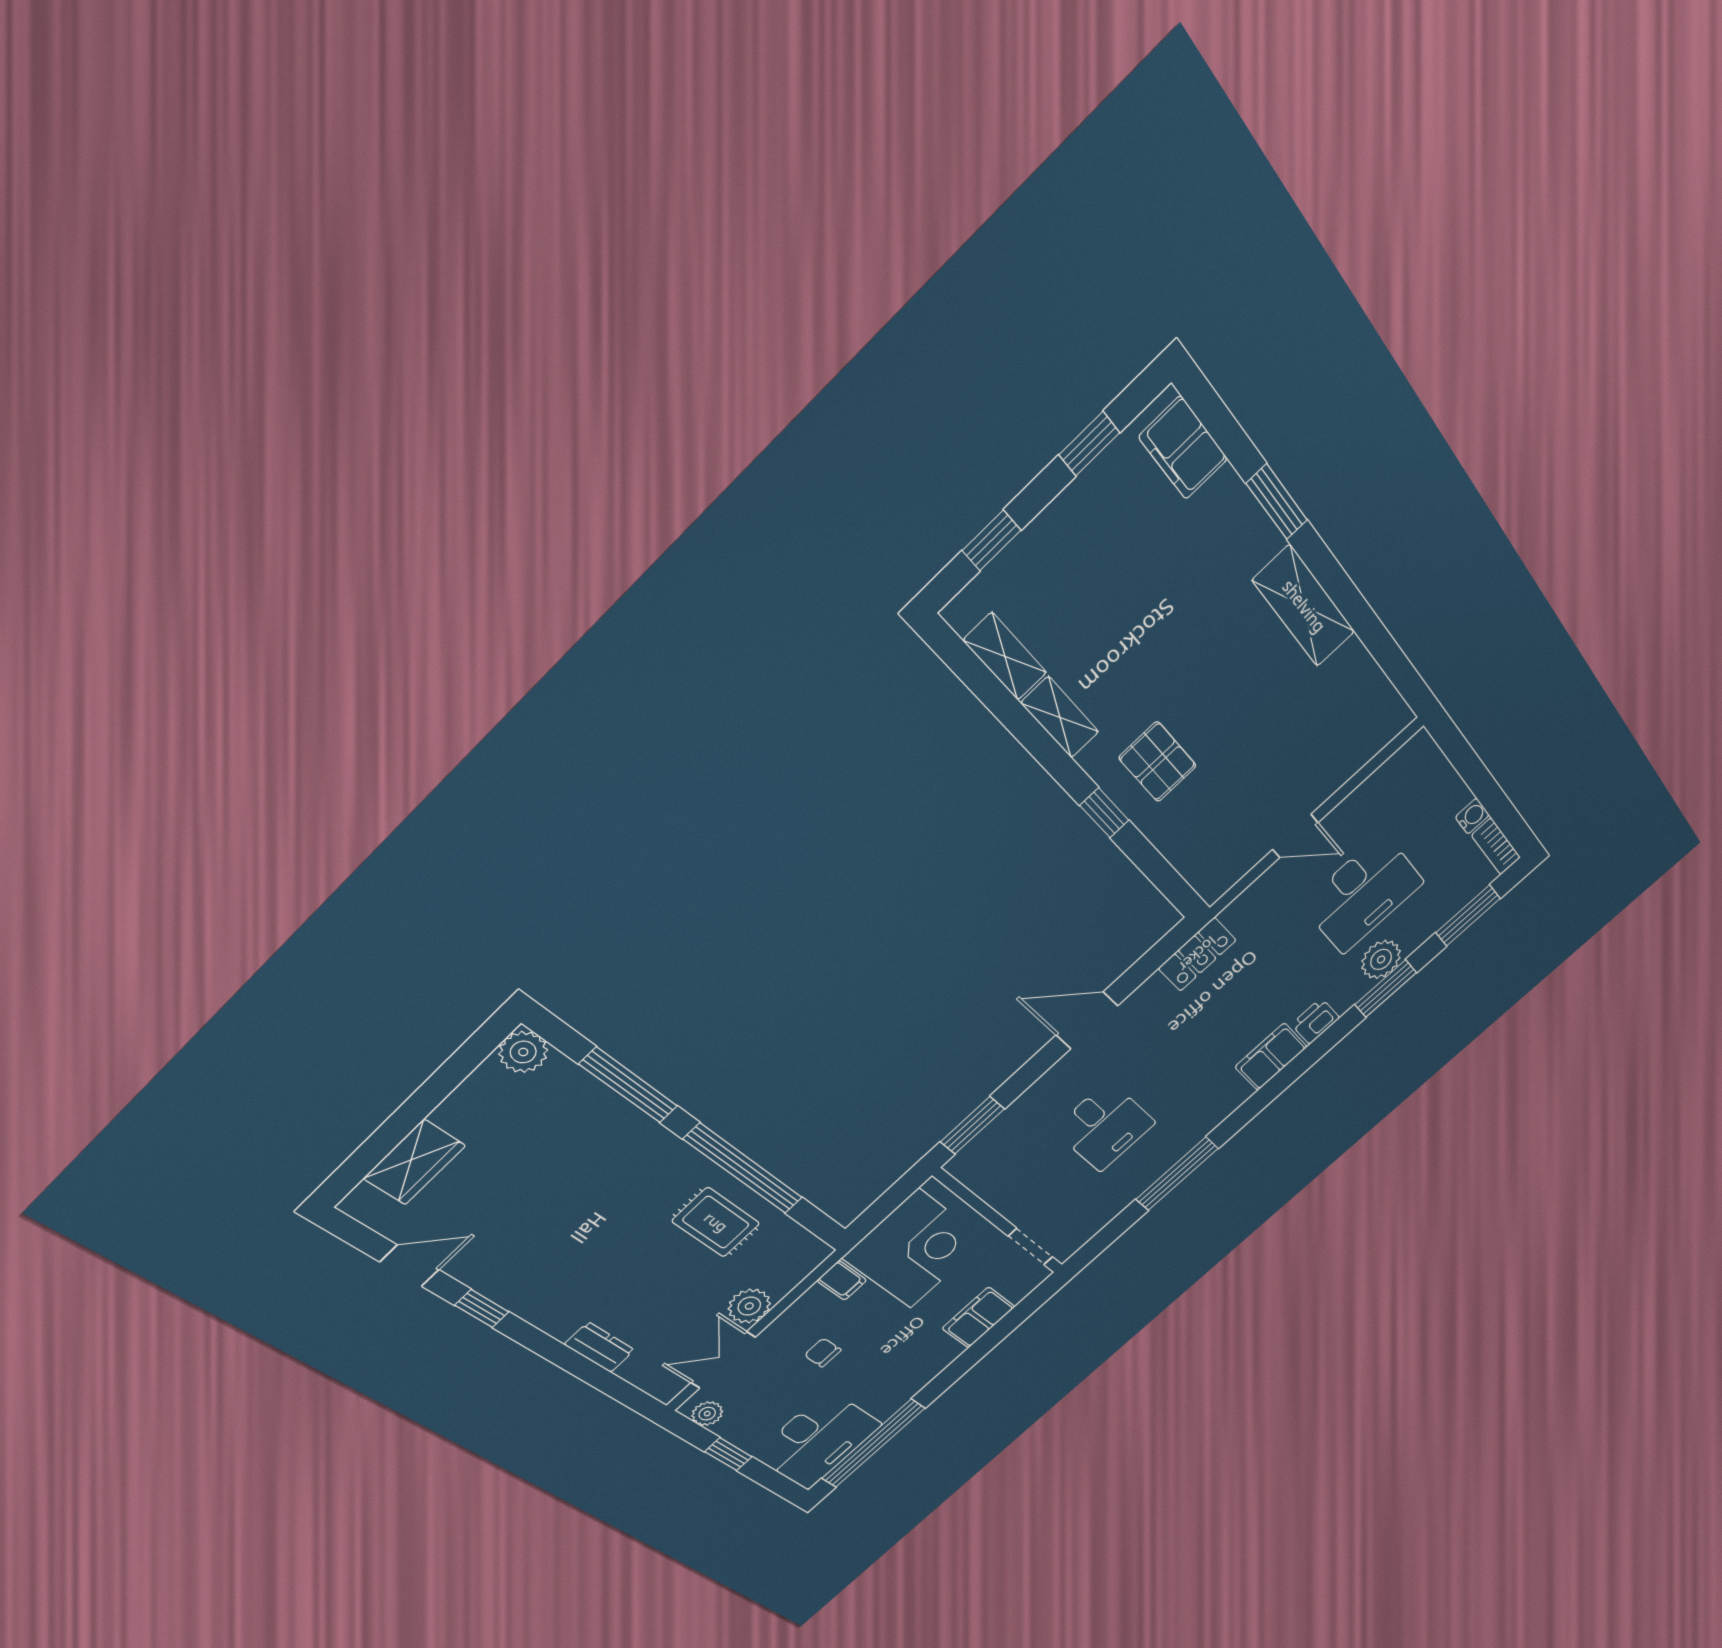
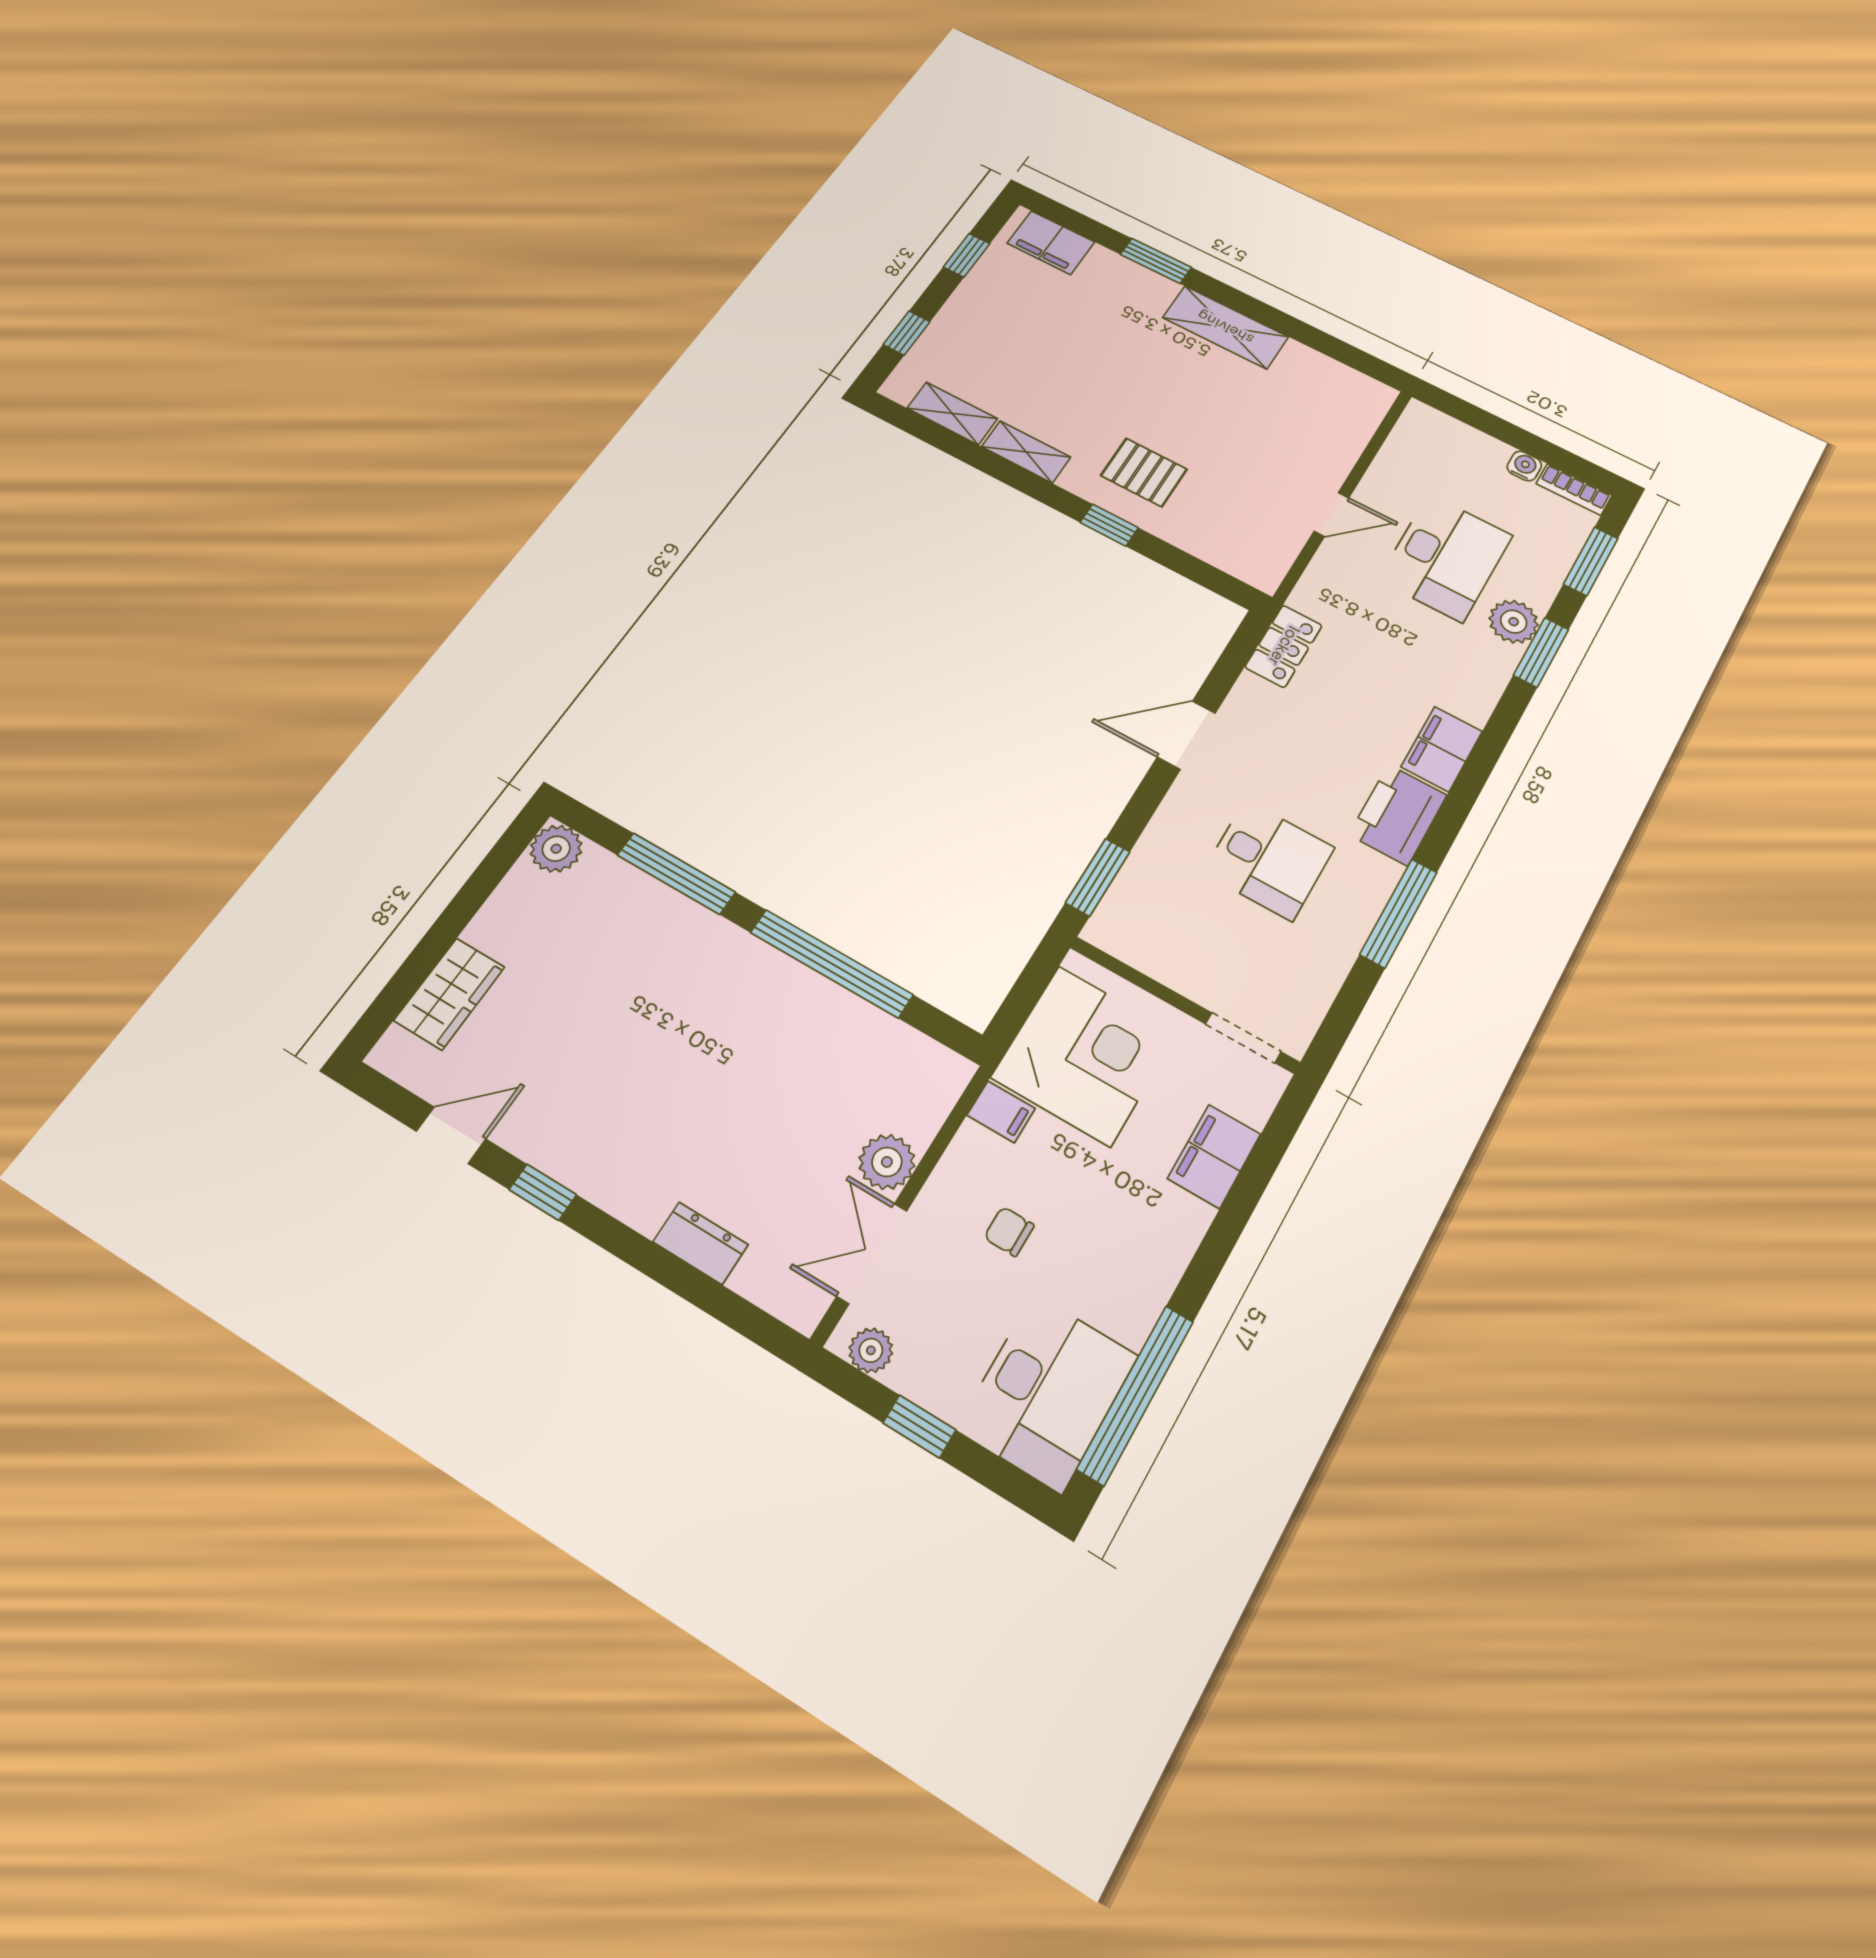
printer: (1315, 1021) -> (1398, 815), moved, width x1.87, depth x1.48
rug: (716, 1222) -> (814, 1040), removed

